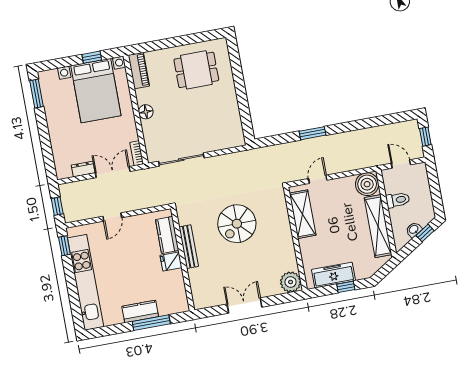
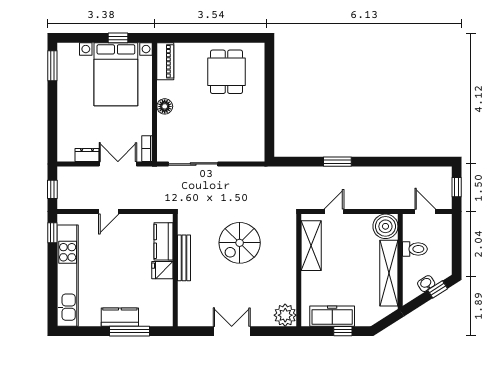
dining table: (196, 70) -> (226, 72), turned 90

